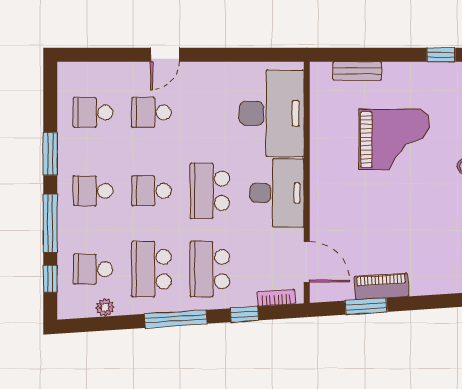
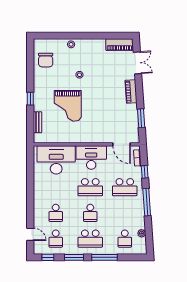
door: (165, 55) -> (30, 234), moved
window: (441, 55) -> (30, 99), moved
grand piano: (394, 139) -> (68, 106), turned 180
school desk: (93, 191) -> (90, 239), width x1.85
door: (307, 262) -> (122, 144), swing flipped
school desk: (151, 269) -> (125, 213), removed
window: (50, 279) -> (48, 257), moved
piano: (381, 286) -> (131, 91), moved

